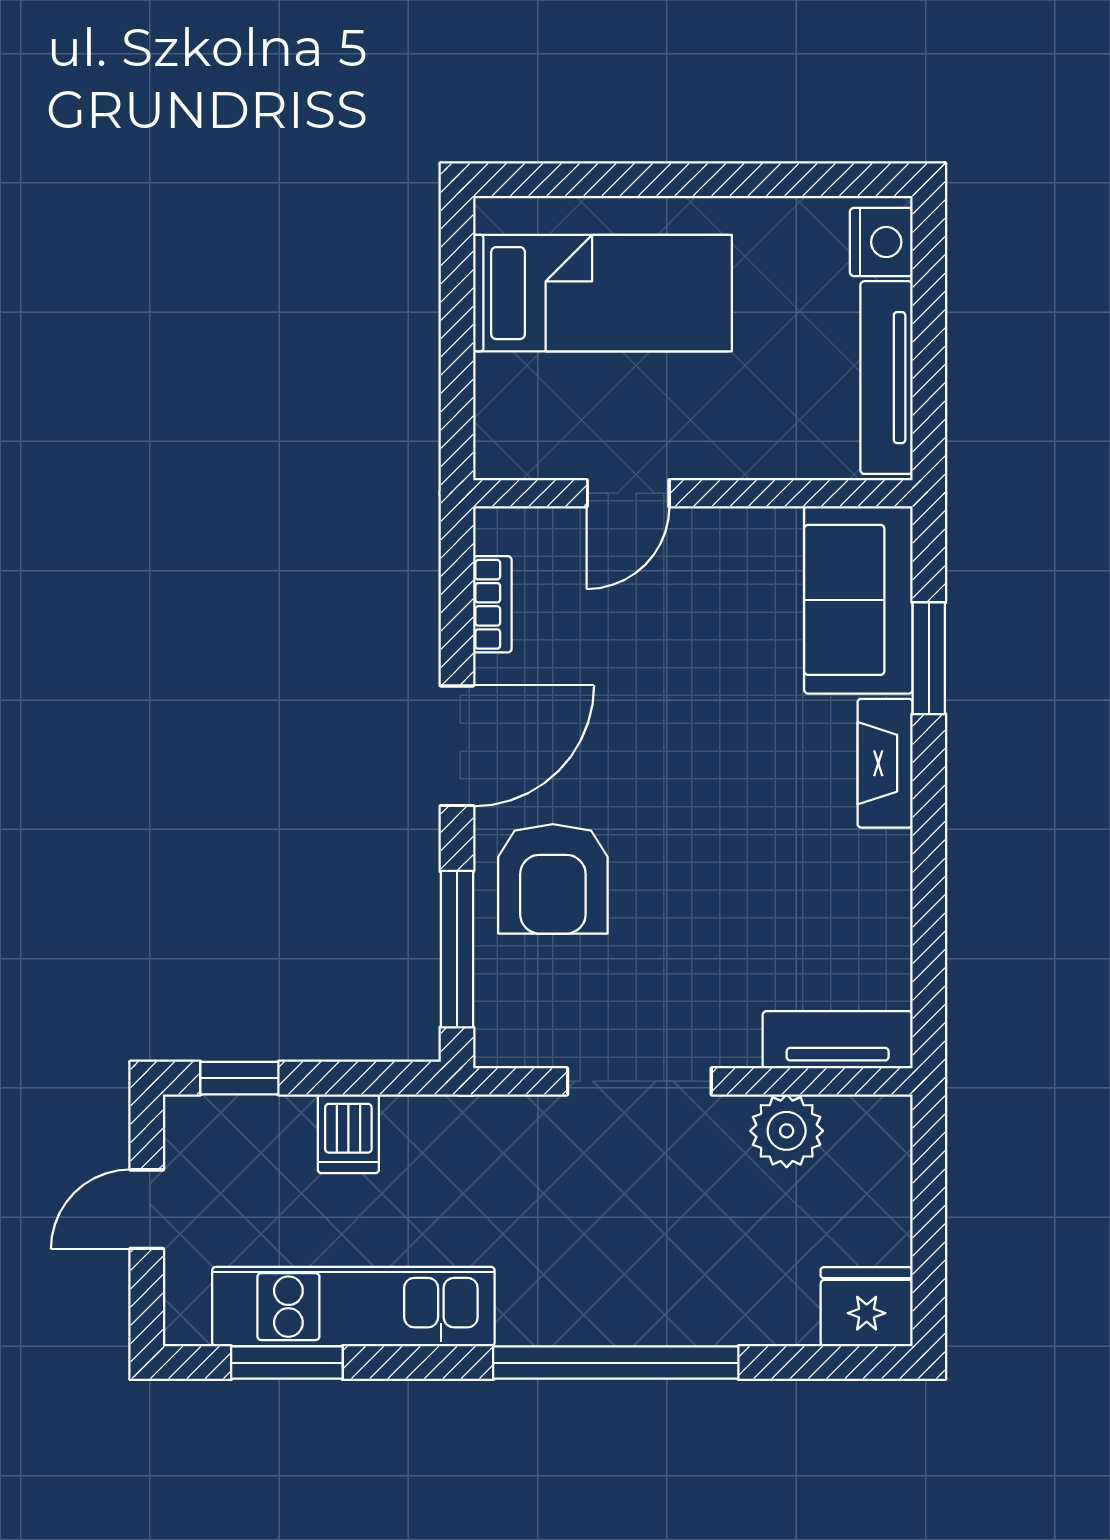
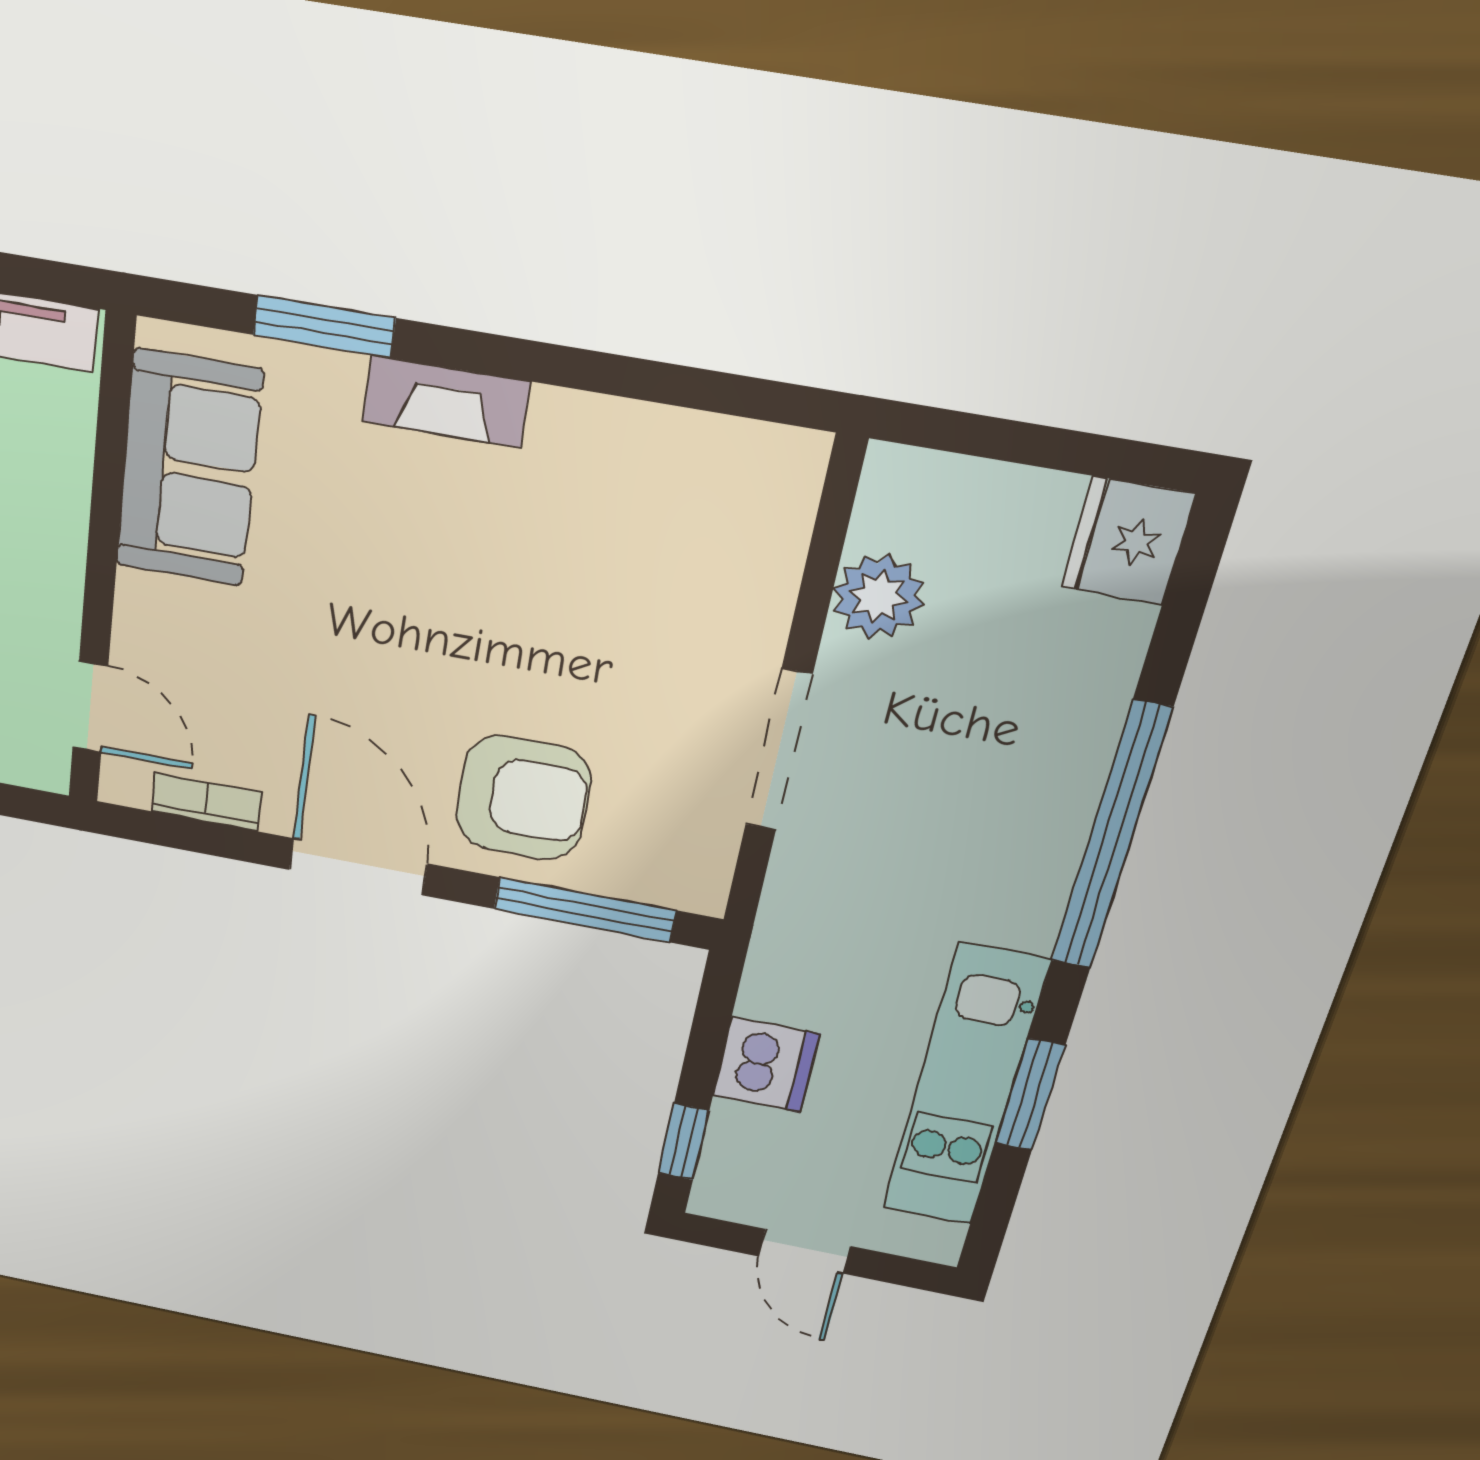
door: (628, 493) -> (90, 707), moved
sofa: (858, 600) -> (189, 469), moved, turned -90
tv unit: (838, 1040) -> (779, 517), removed
dishwasher: (348, 1134) -> (766, 1065), width x1.38
window: (287, 1363) -> (1030, 1094), moved

